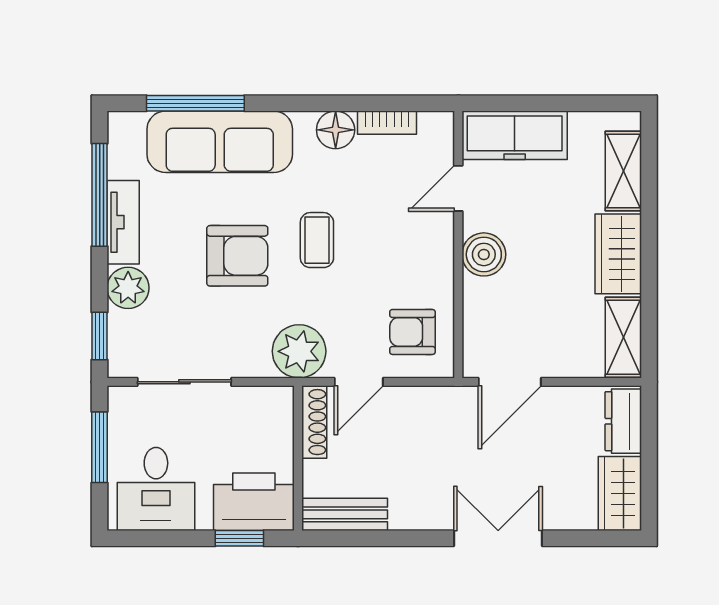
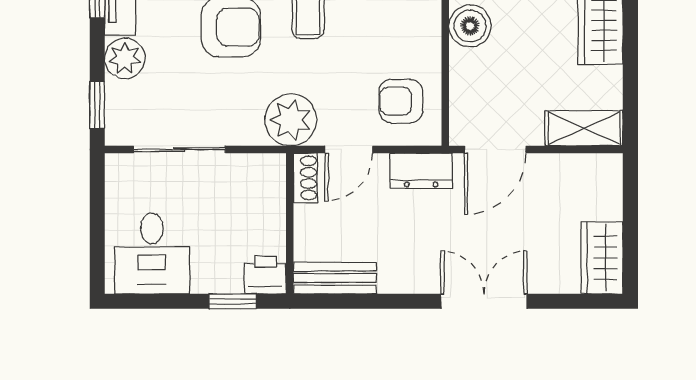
shelving: (623, 337) -> (584, 128), moved, turned 90
dresser: (623, 421) -> (421, 171), moved, turned -90
shoe rack: (314, 422) -> (305, 178), width x0.70
window: (100, 447) -> (97, 213), removed
printer: (254, 502) -> (265, 275), width x0.53, depth x0.68

